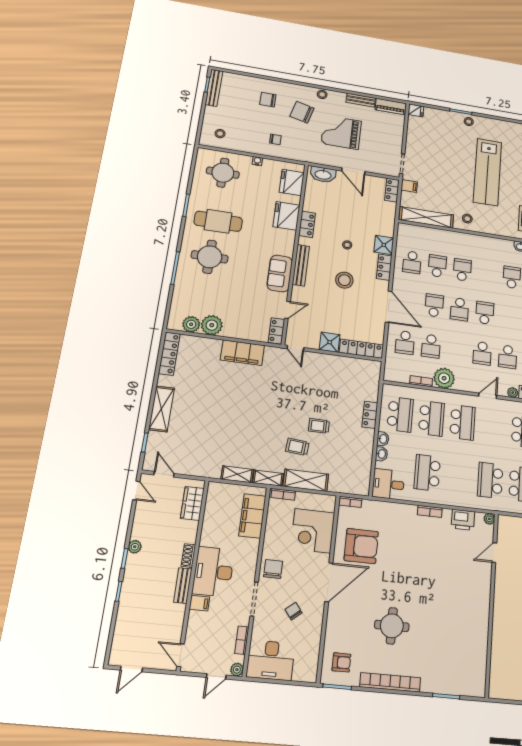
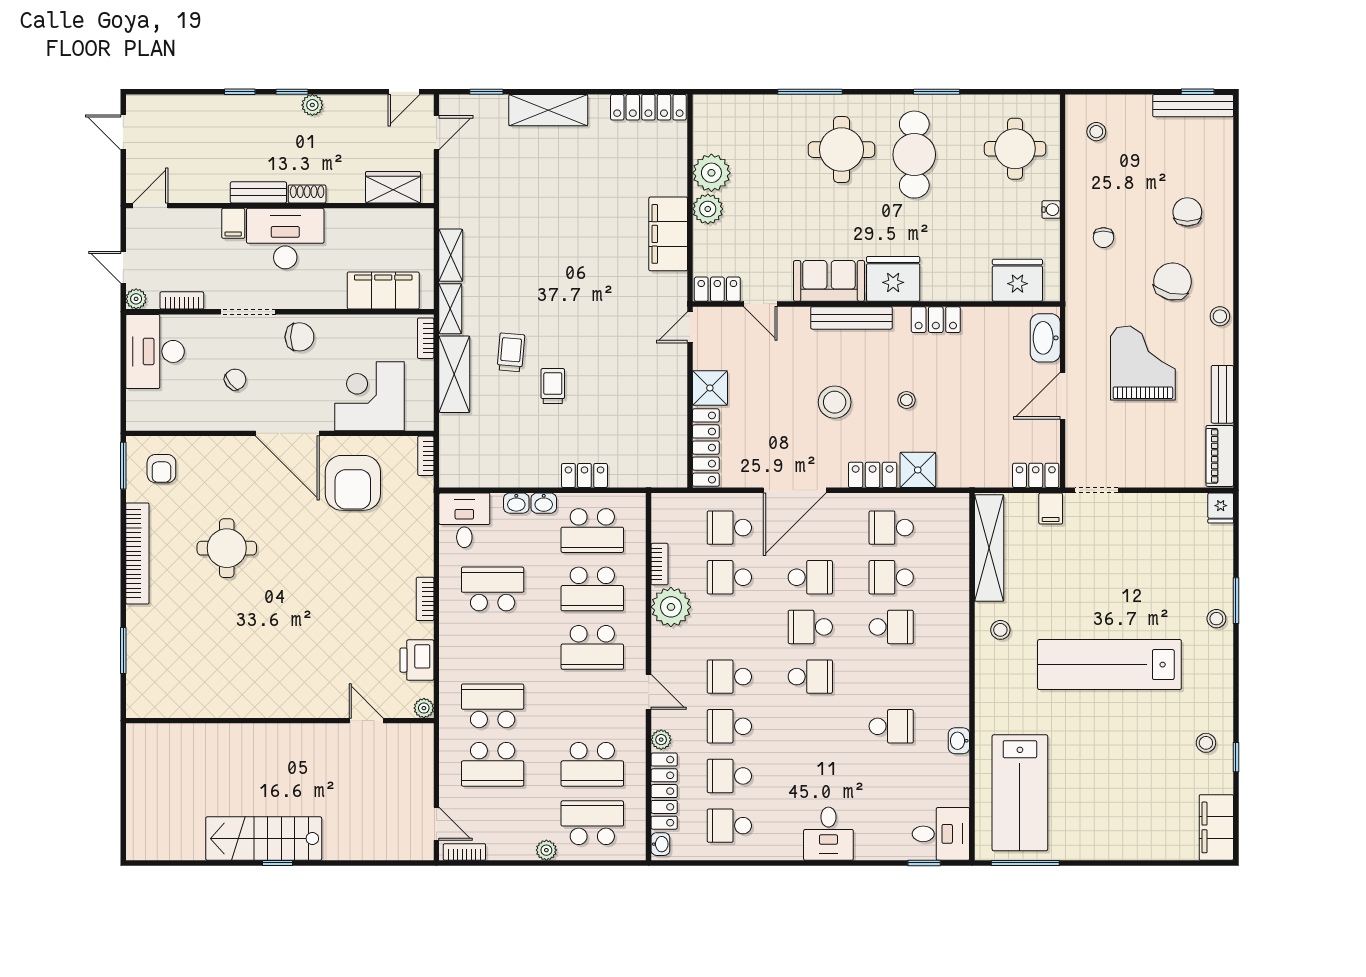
fridge: (286, 216) -> (893, 279), moved
school desk: (437, 266) -> (891, 577), turned 180
plant: (191, 324) -> (708, 209), moved

